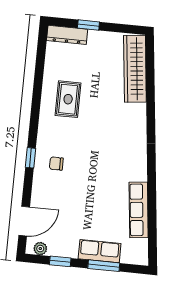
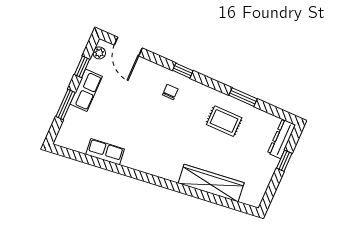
wardrobe: (135, 69) -> (211, 183), moved
window: (37, 88) -> (243, 97), added
row of seats: (139, 210) -> (105, 152), width x0.68
row of seats: (100, 251) -> (86, 90), moved

